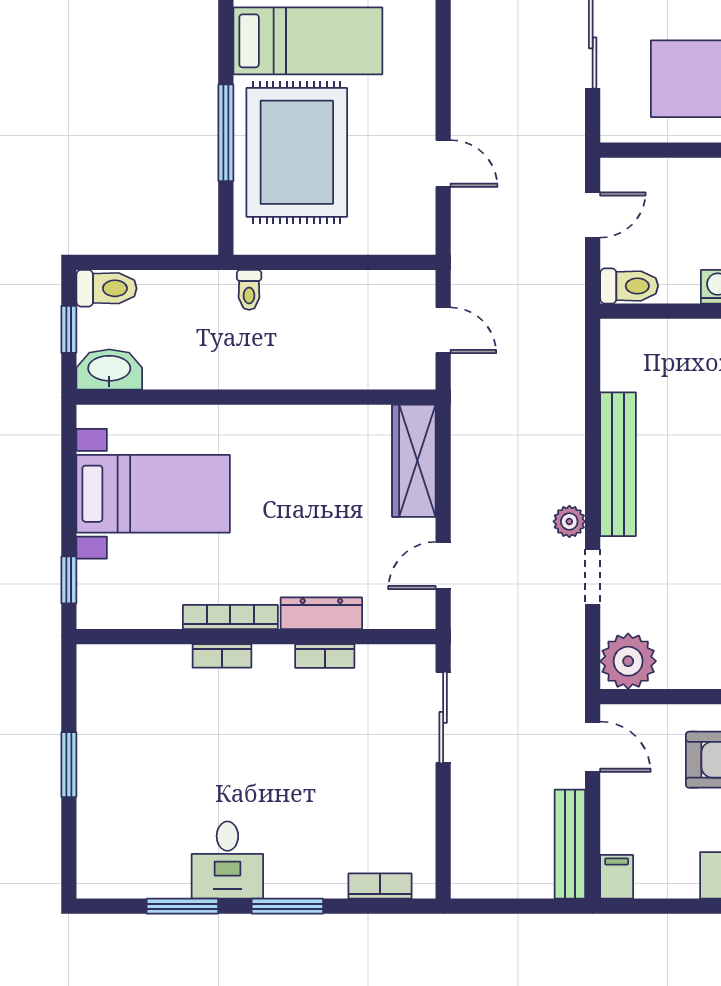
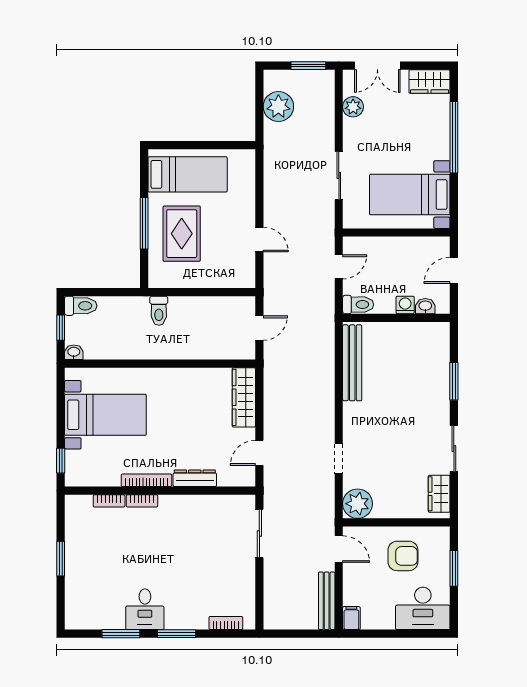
rug: (297, 152) -> (182, 234), width x0.73, depth x0.69
toilet: (249, 290) -> (159, 311), width x1.37, depth x1.39
door: (443, 330) -> (259, 328), hinge flipped
washbasin: (109, 370) -> (74, 352), width x0.52, depth x0.69
bench: (618, 464) -> (352, 363), moved
plant: (569, 521) -> (326, 430), removed
bookcase: (325, 656) -> (109, 501), moved

